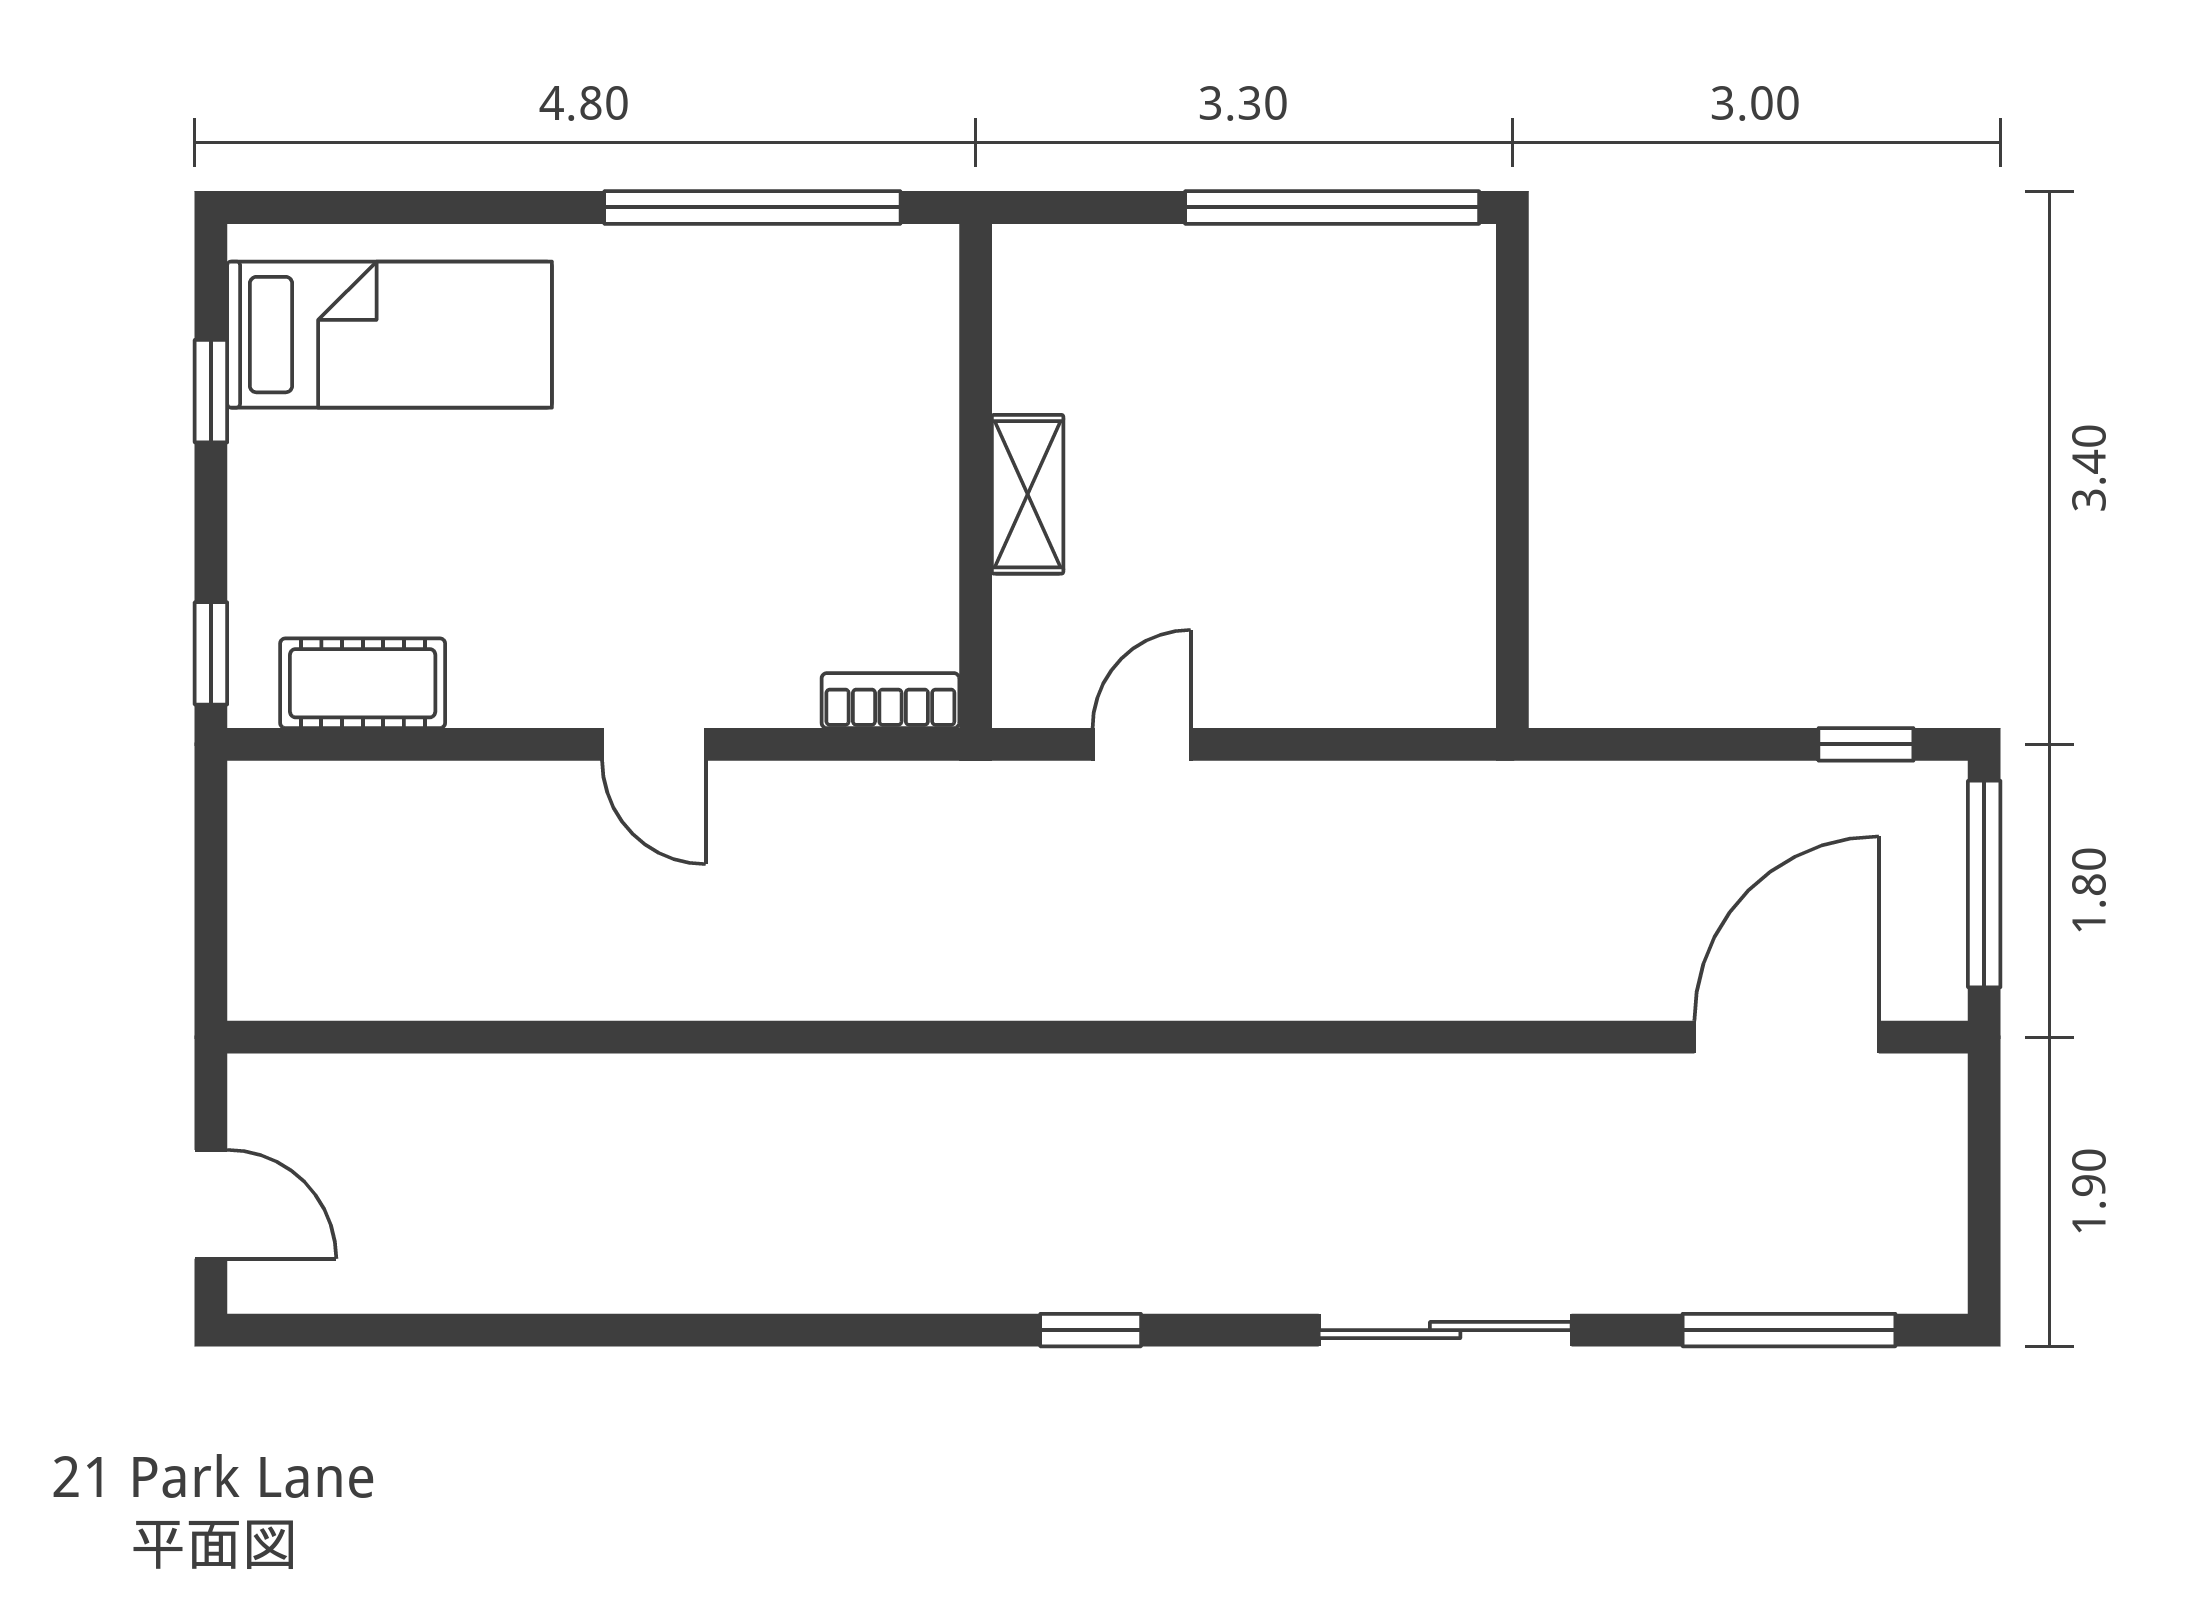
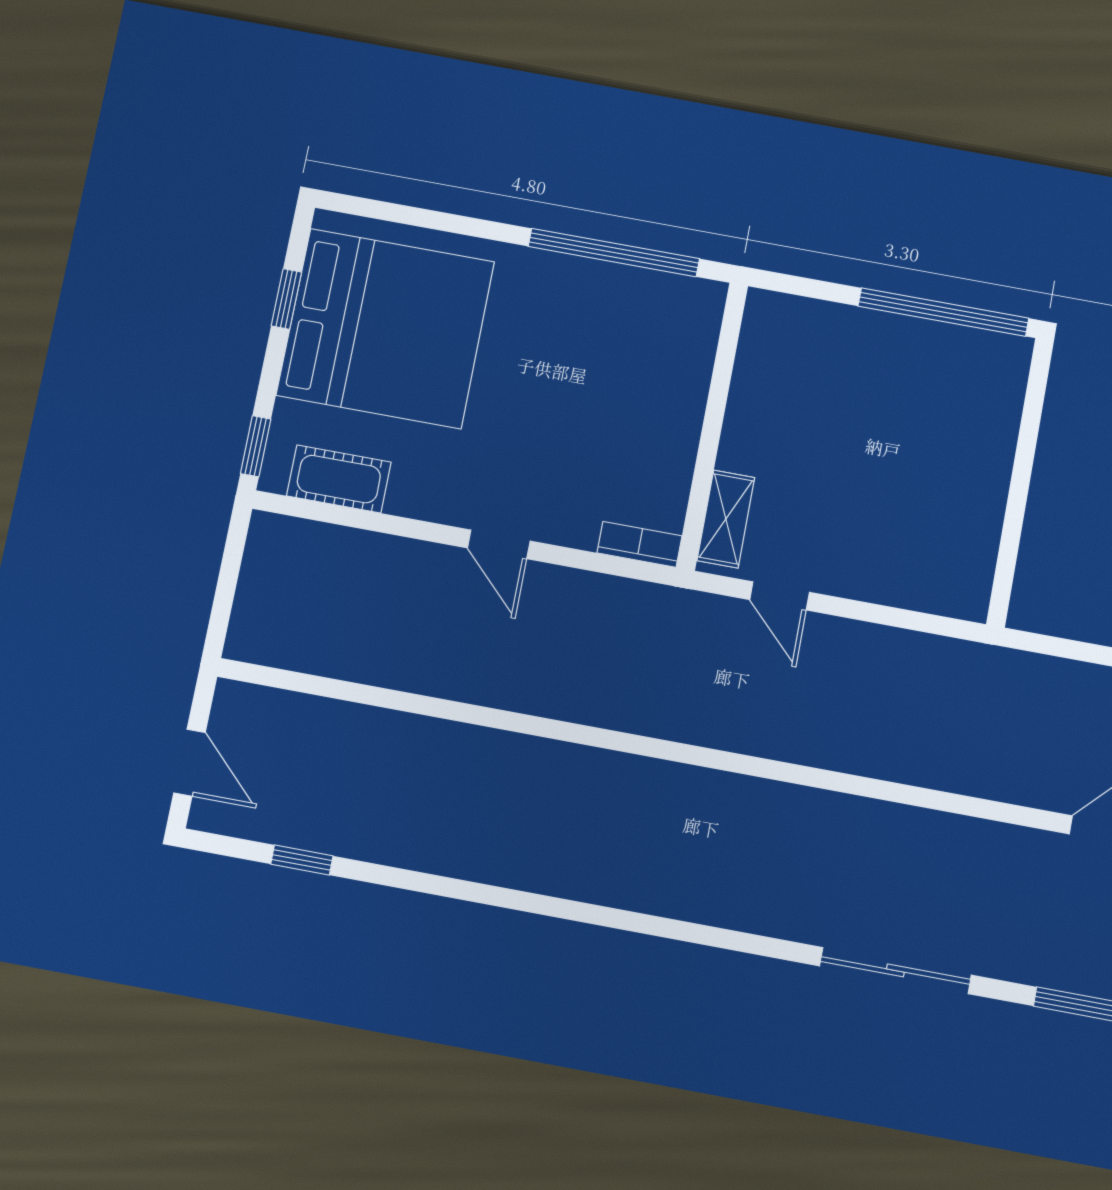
bed: (390, 335) -> (385, 328), width x2.04
shelving: (1028, 494) -> (726, 519), moved
door: (1142, 744) -> (780, 596), swing flipped
window: (1091, 1330) -> (302, 860), moved

